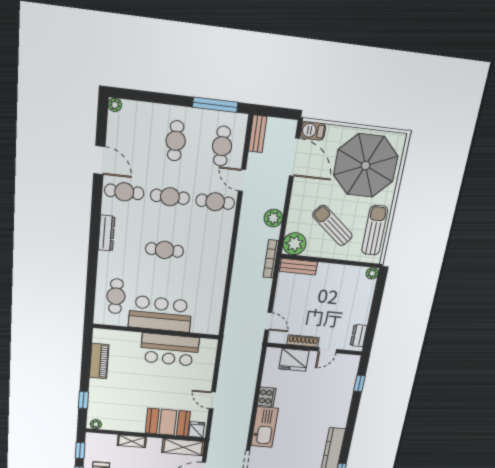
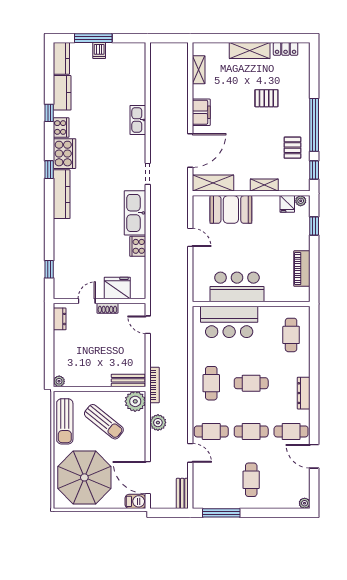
cafe table: (222, 146) -> (211, 383), moved
bar counter: (160, 314) -> (229, 322), moved
shoe rack: (303, 341) -> (107, 308), width x0.70
fridge: (197, 430) -> (287, 204), moved

